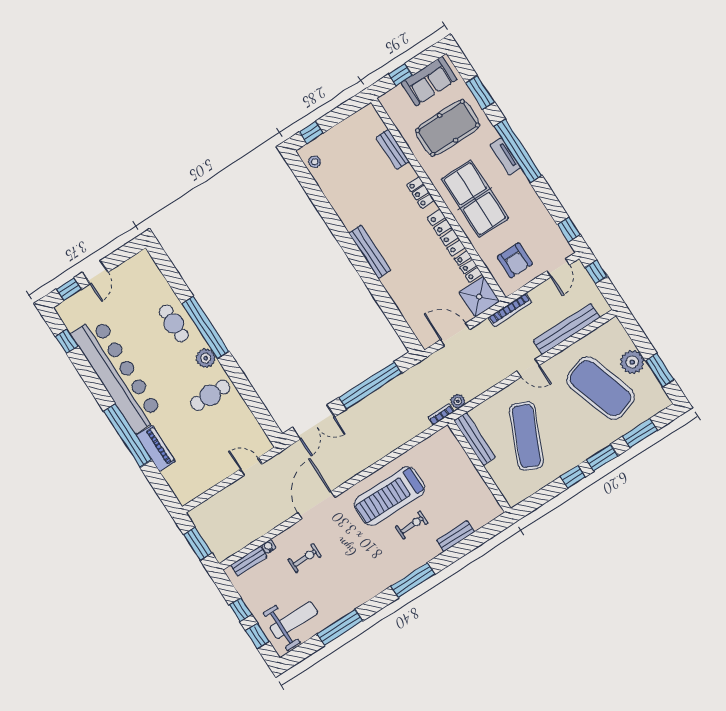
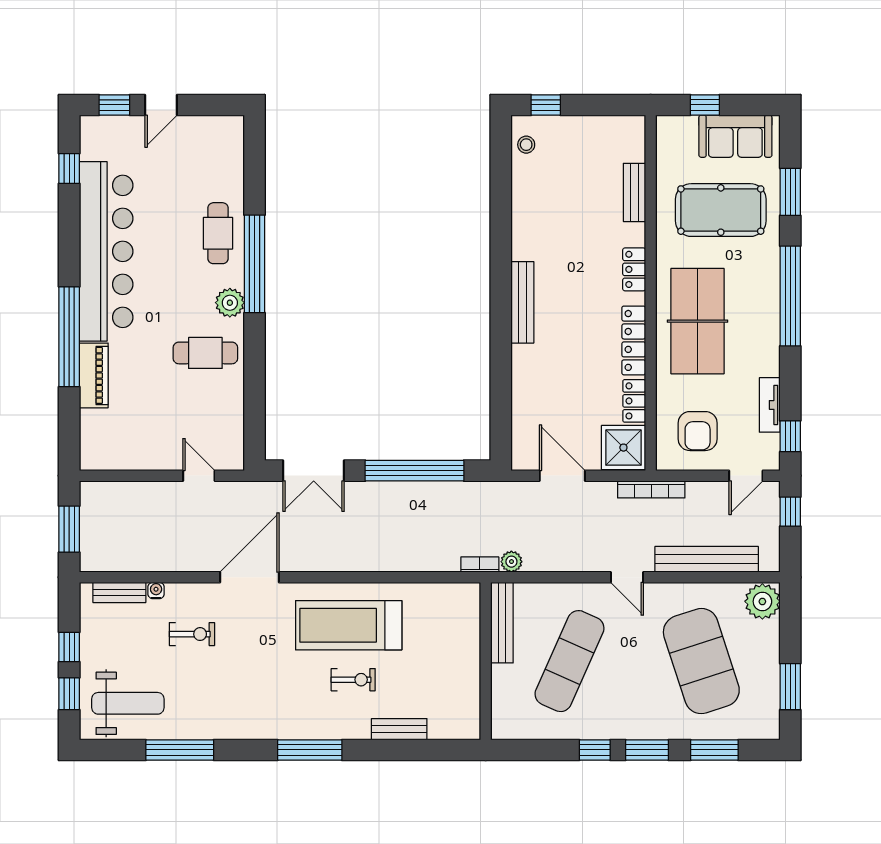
tv unit: (505, 157) -> (770, 405), moved
plant: (632, 362) -> (762, 601), moved

